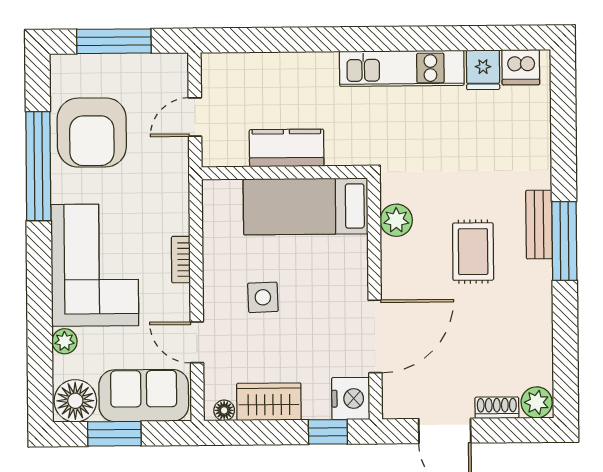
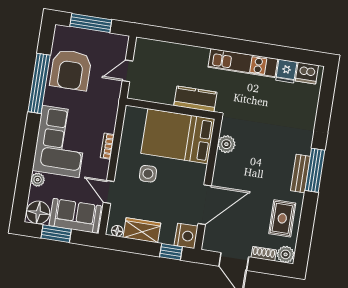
kitchen counter: (287, 148) -> (195, 99), moved
bed: (306, 206) -> (178, 136), width x1.50
bench: (539, 224) -> (300, 173), moved
rug: (473, 252) -> (282, 218), moved

